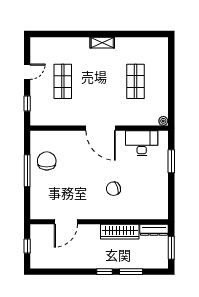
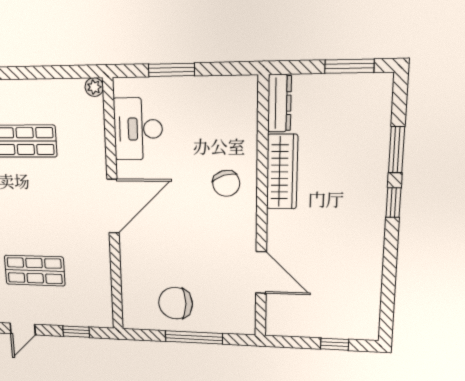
door: (27, 72) -> (23, 329), swing flipped
door: (66, 222) -> (261, 272), moved
wall: (99, 222) -> (262, 211), moved
dresser: (154, 230) -> (279, 103), moved
wardrobe: (120, 232) -> (282, 172), moved

